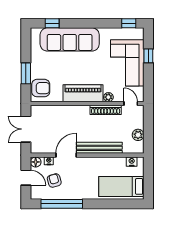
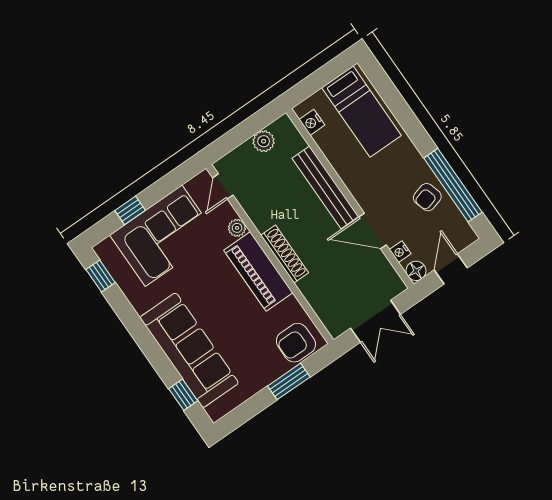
armchair: (41, 88) -> (296, 343), turned -90
shoe rack: (106, 110) -> (285, 254), moved
armchair: (54, 180) -> (427, 197), moved

